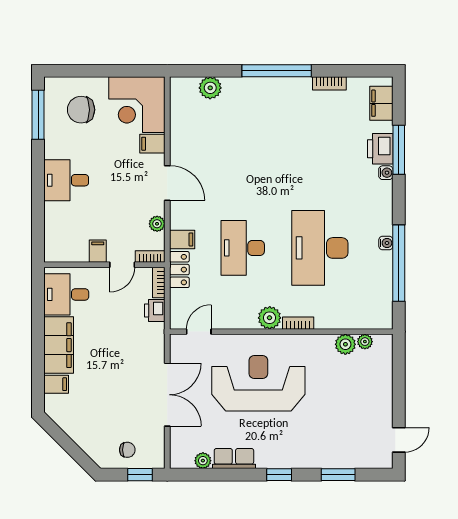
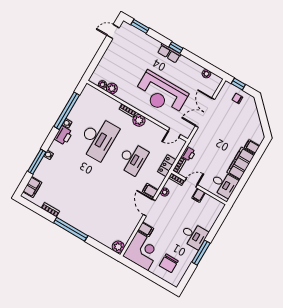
plant: (210, 88) -> (118, 247), moved
chair: (81, 110) -> (169, 263), turned 90
window: (38, 115) -> (201, 253), moved
printer: (380, 149) -> (63, 135), moved
filing cabinet: (182, 239) -> (150, 191), moved
row of seats: (234, 459) -> (169, 53), moved
window: (338, 475) -> (140, 26), moved

